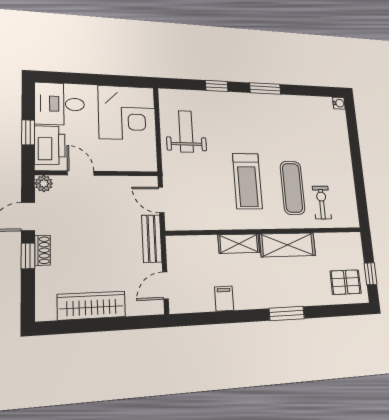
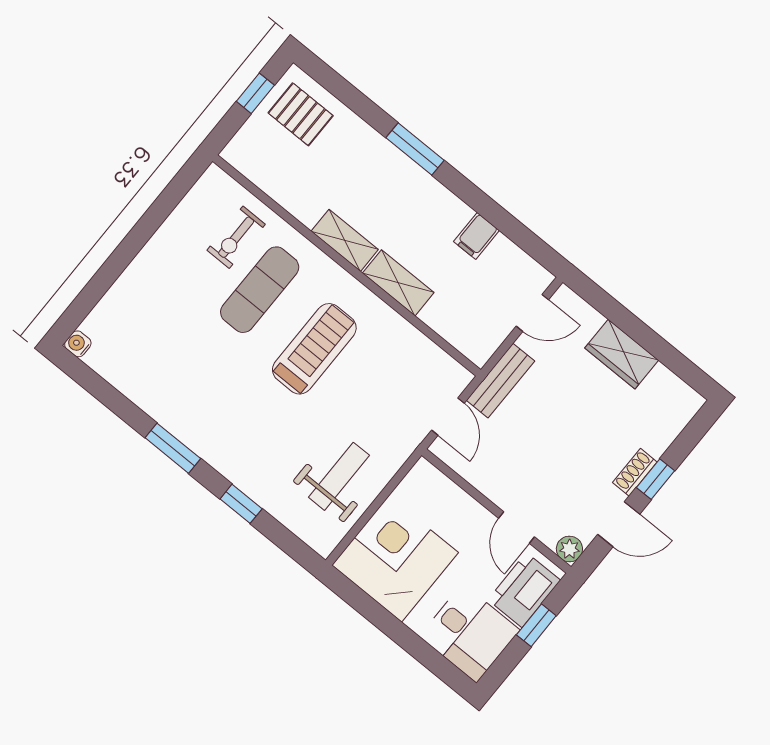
weight bench: (186, 131) -> (339, 476), turned 180
shelving: (288, 245) -> (345, 240), width x0.67, depth x0.75
wardrobe: (92, 305) -> (622, 354), width x0.67

